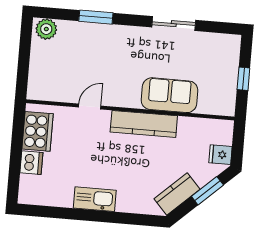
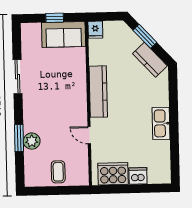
plant: (46, 29) -> (32, 141), moved
coffee table: (48, 62) -> (58, 172), added
sofa: (169, 95) -> (64, 35), moved, turned -90
fridge: (220, 155) -> (95, 30), moved

